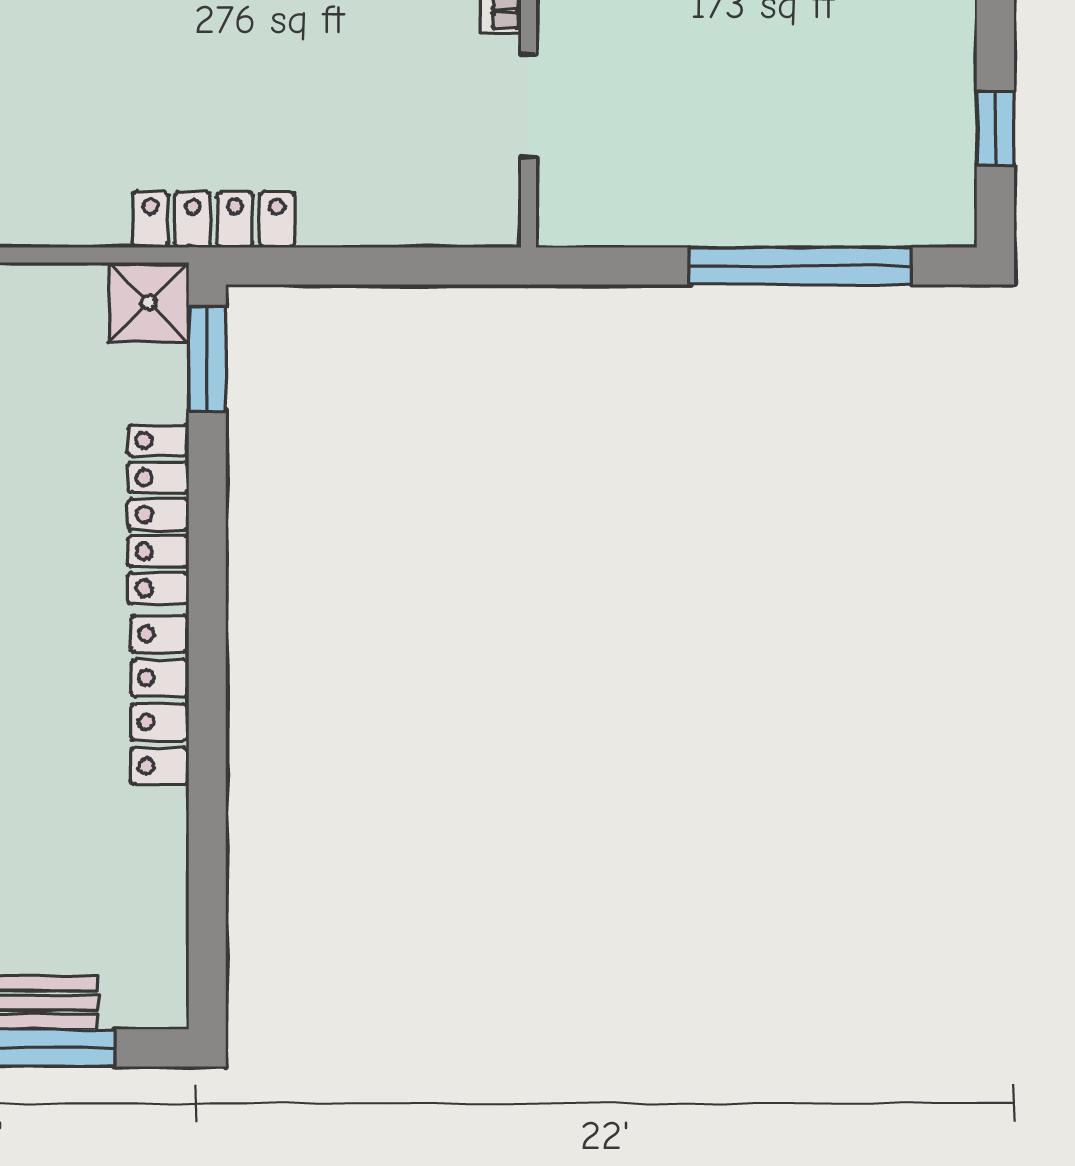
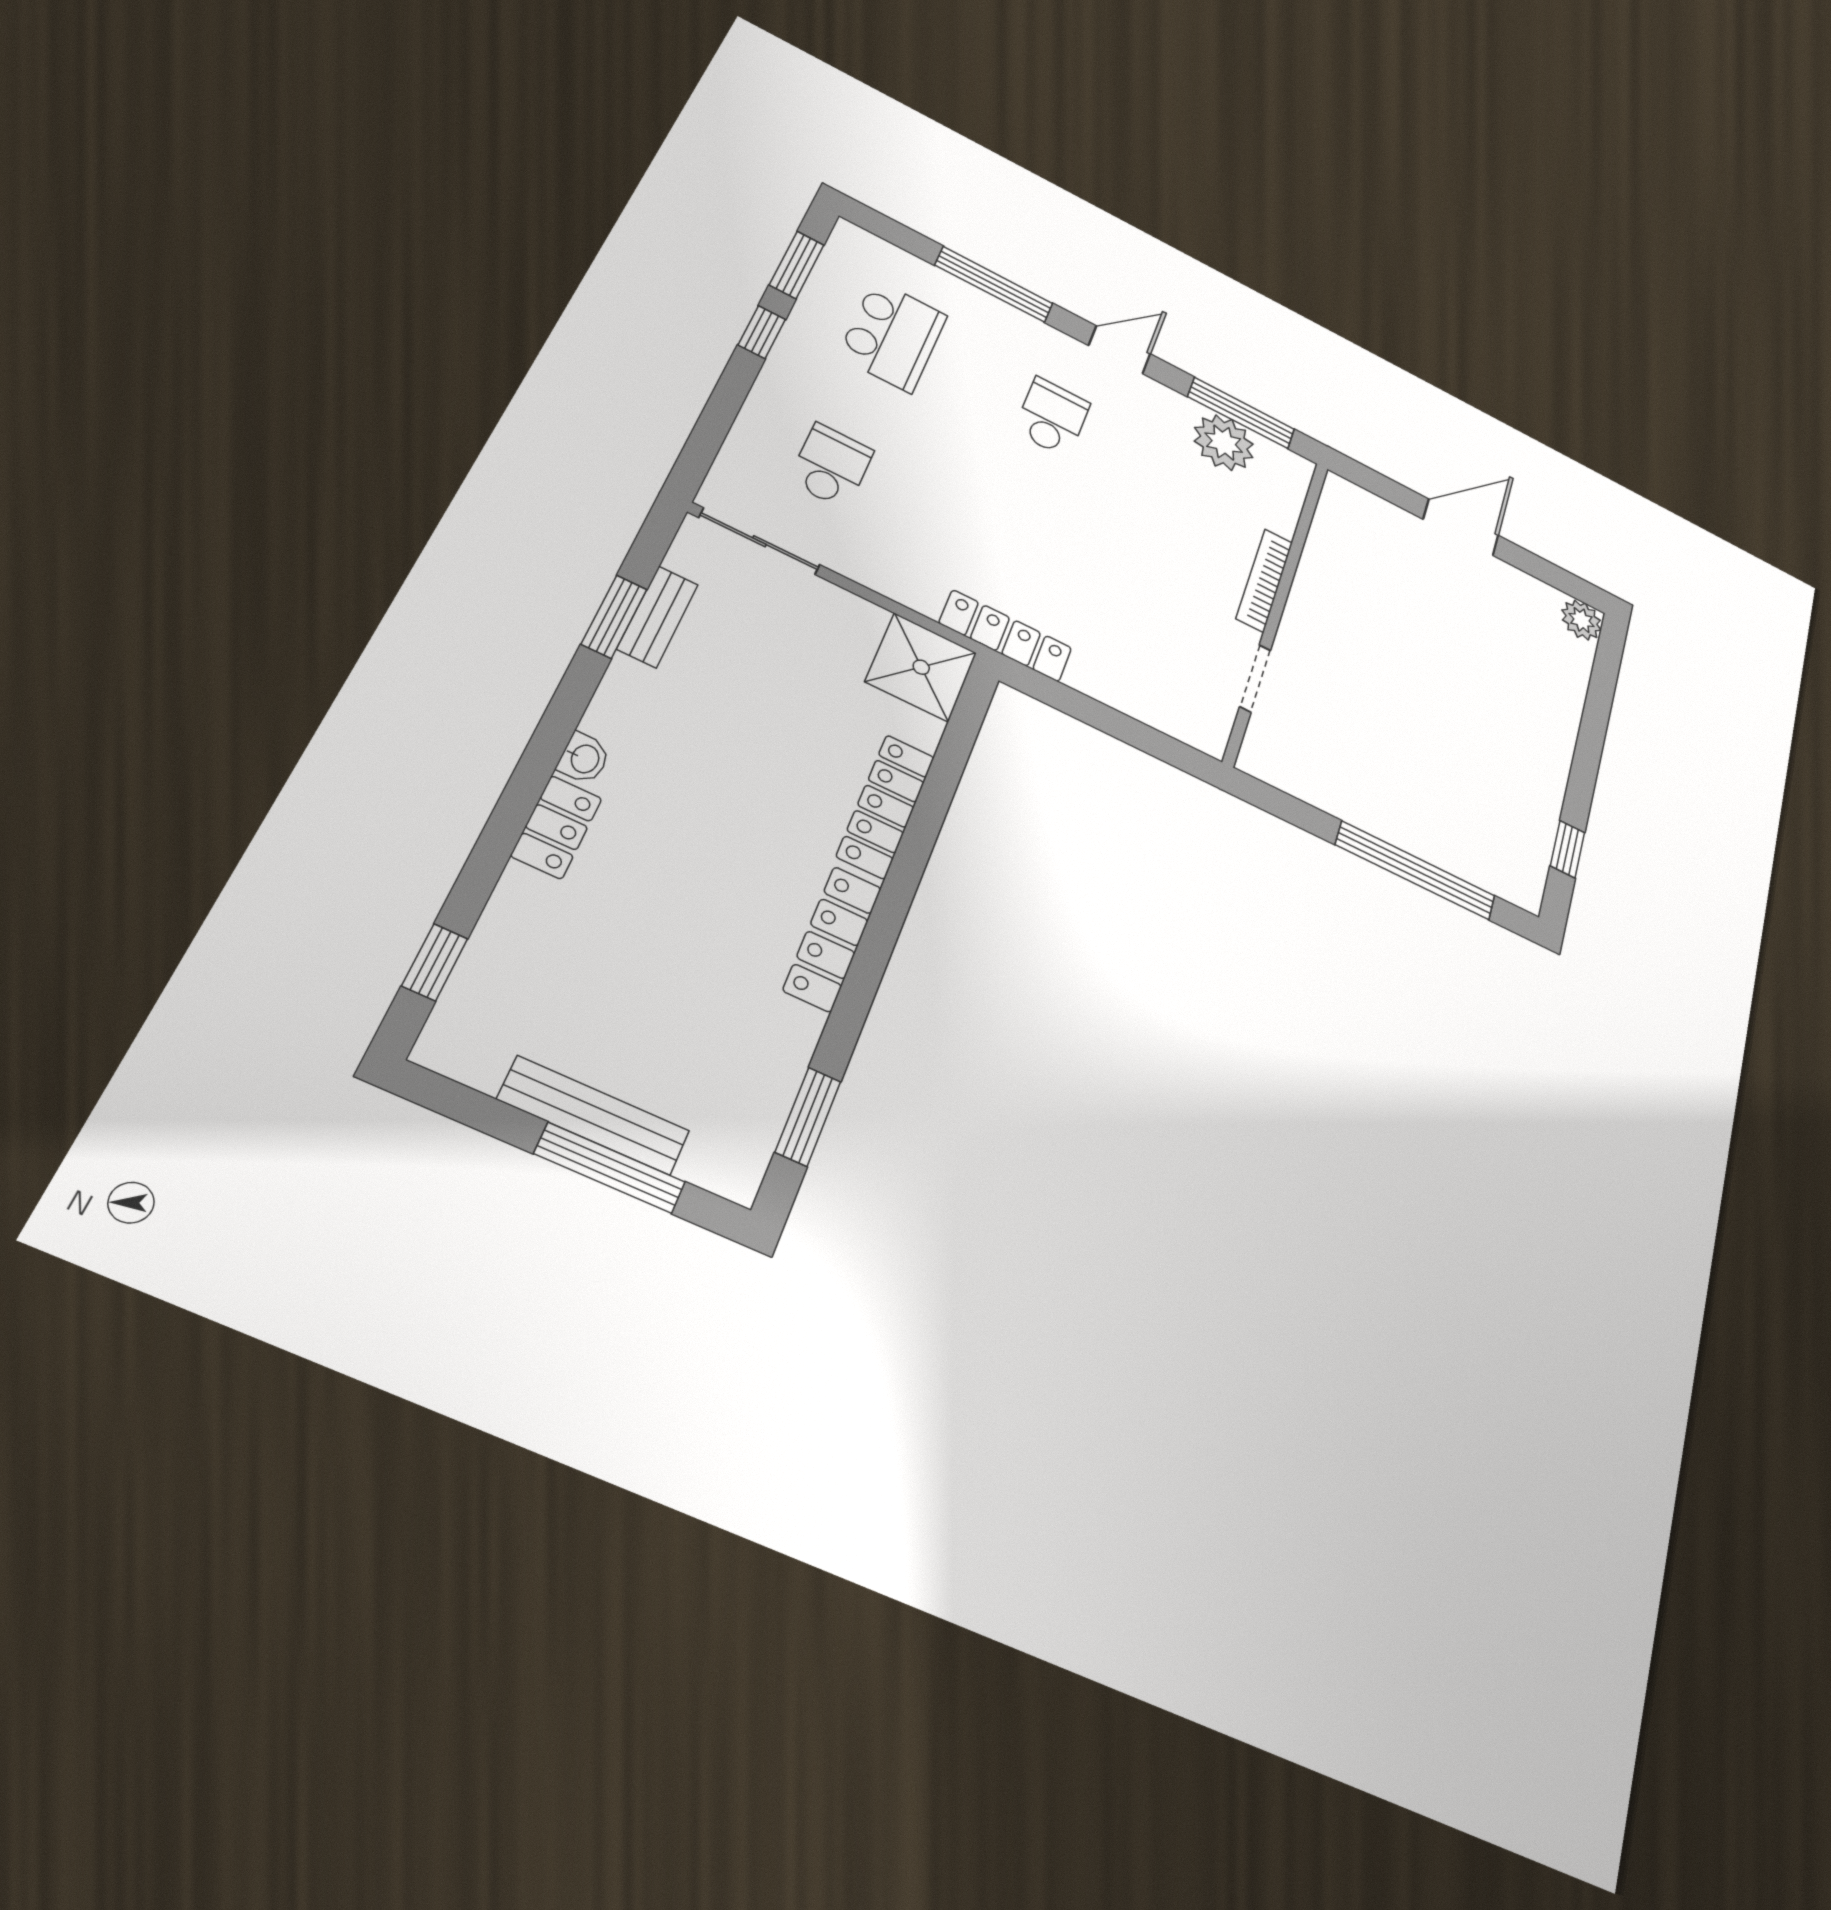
shower: (149, 302) -> (921, 667), width x1.36, depth x1.36
window: (207, 359) -> (808, 1117), moved

